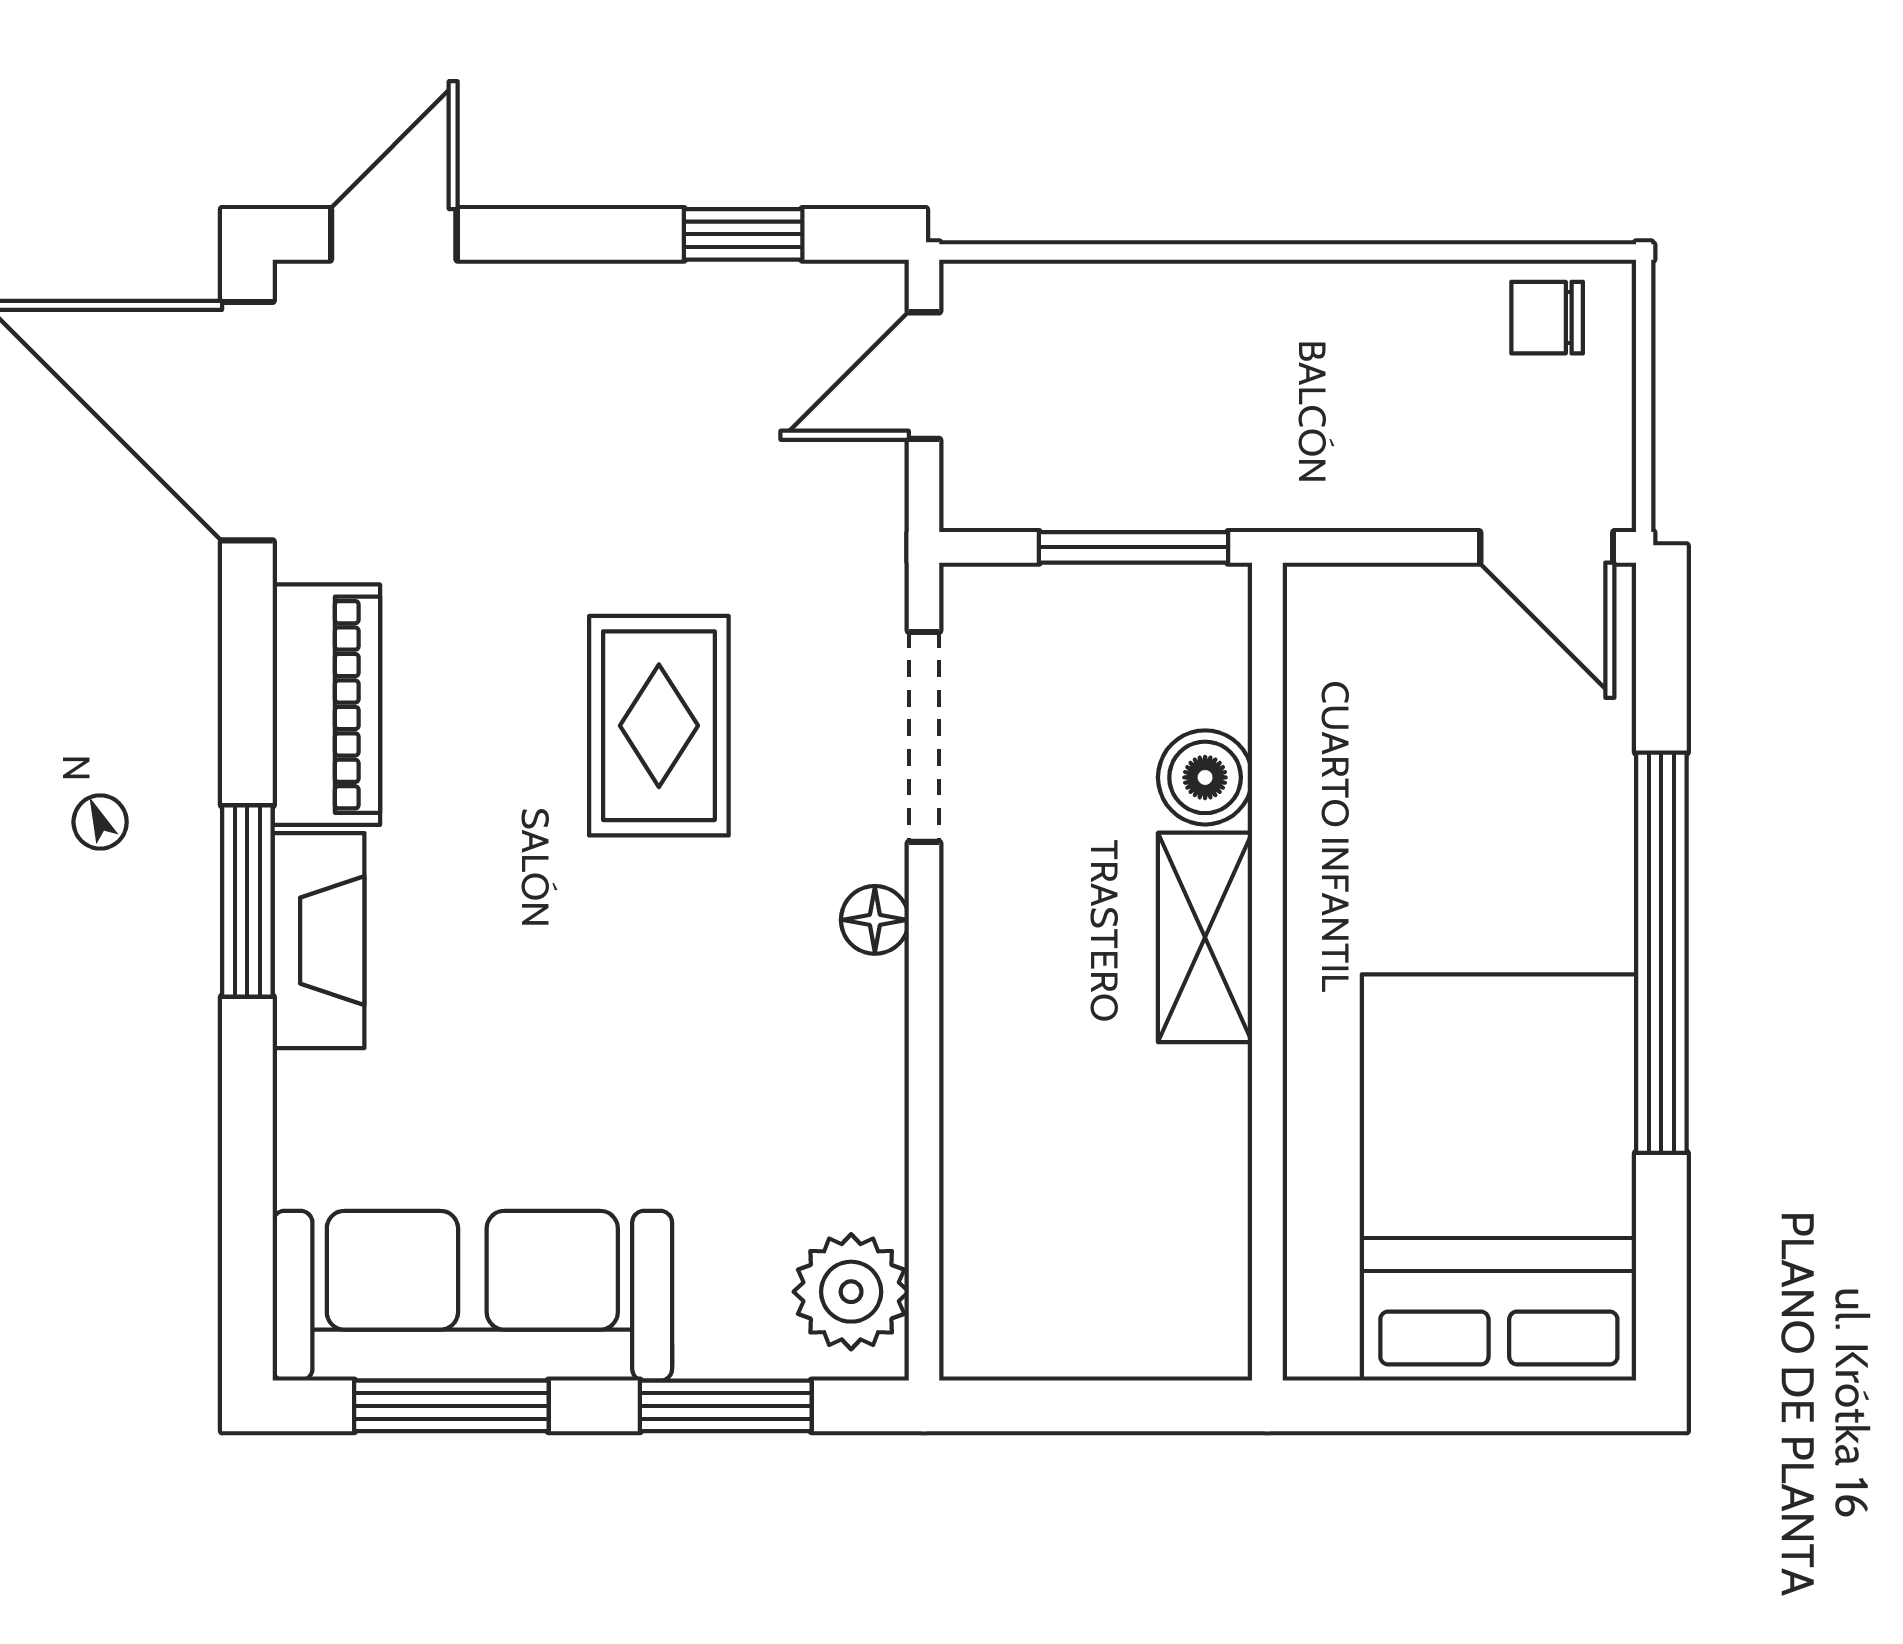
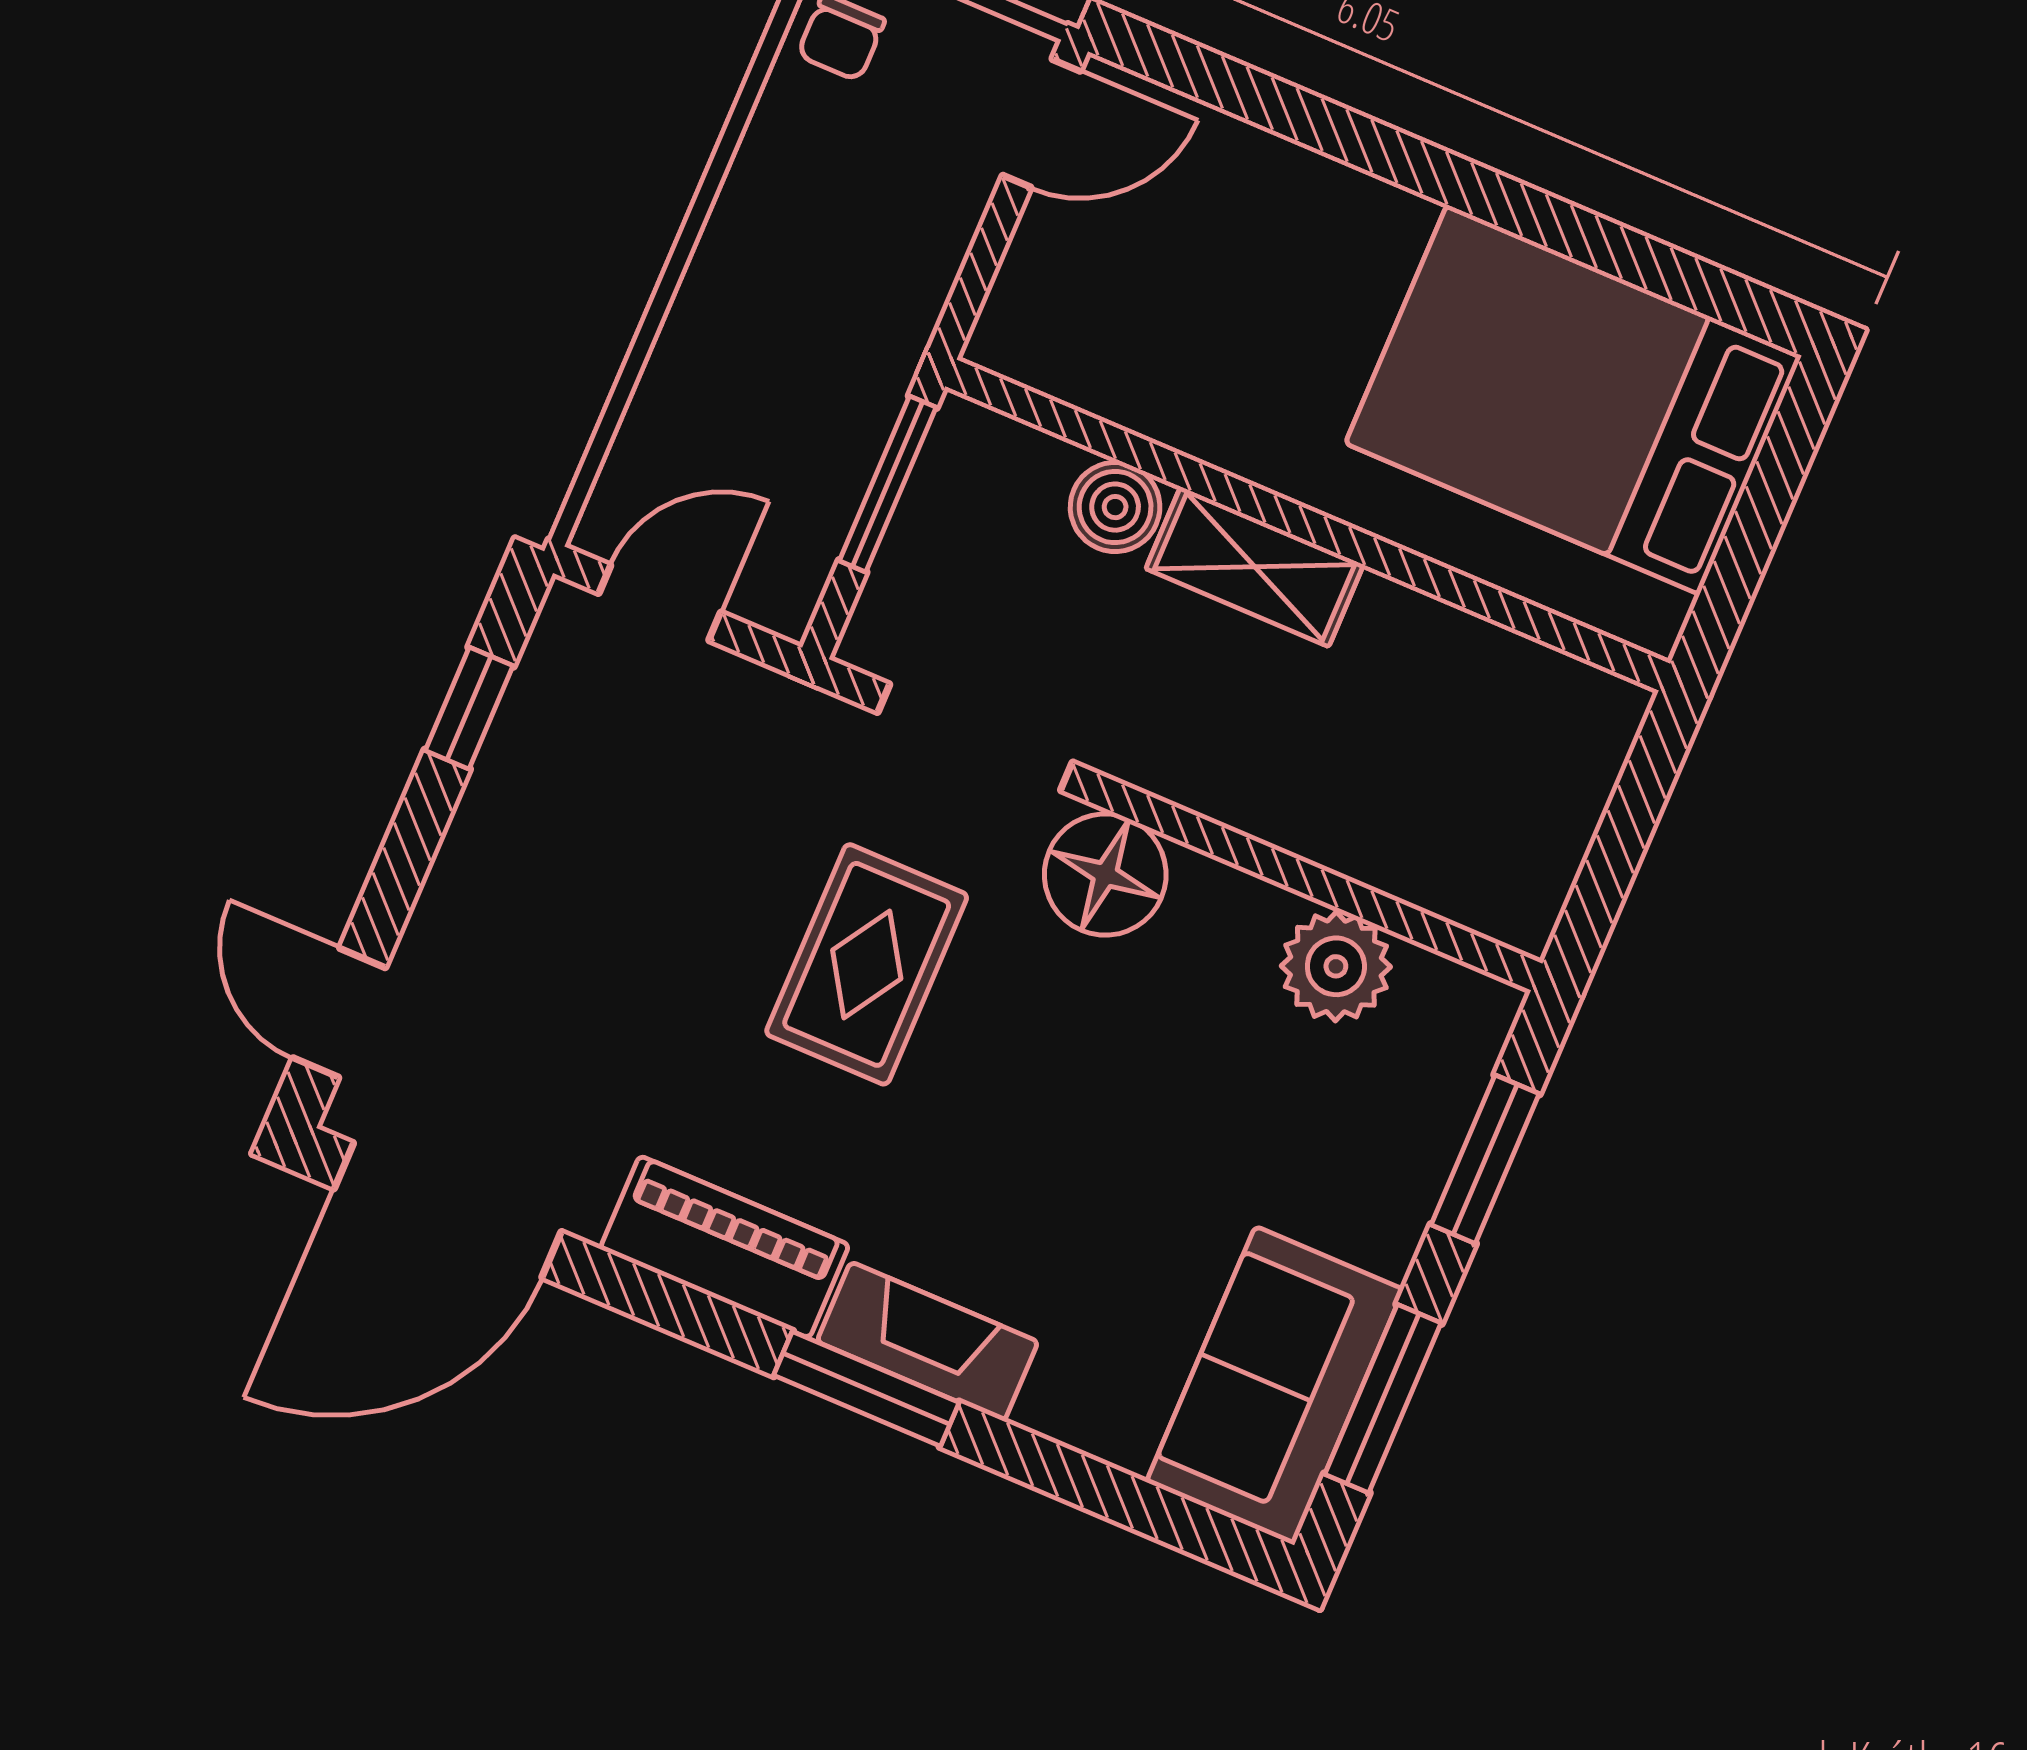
door: (924, 376) -> (660, 603), swing flipped
rug: (659, 726) -> (867, 964), turned 90
floor lamp: (875, 920) -> (1105, 875), width x1.89, depth x1.89
window: (1661, 953) -> (1438, 174), removed
plant: (851, 1292) -> (1336, 966), moved
sofa: (472, 1296) -> (1275, 1386), width x0.73

